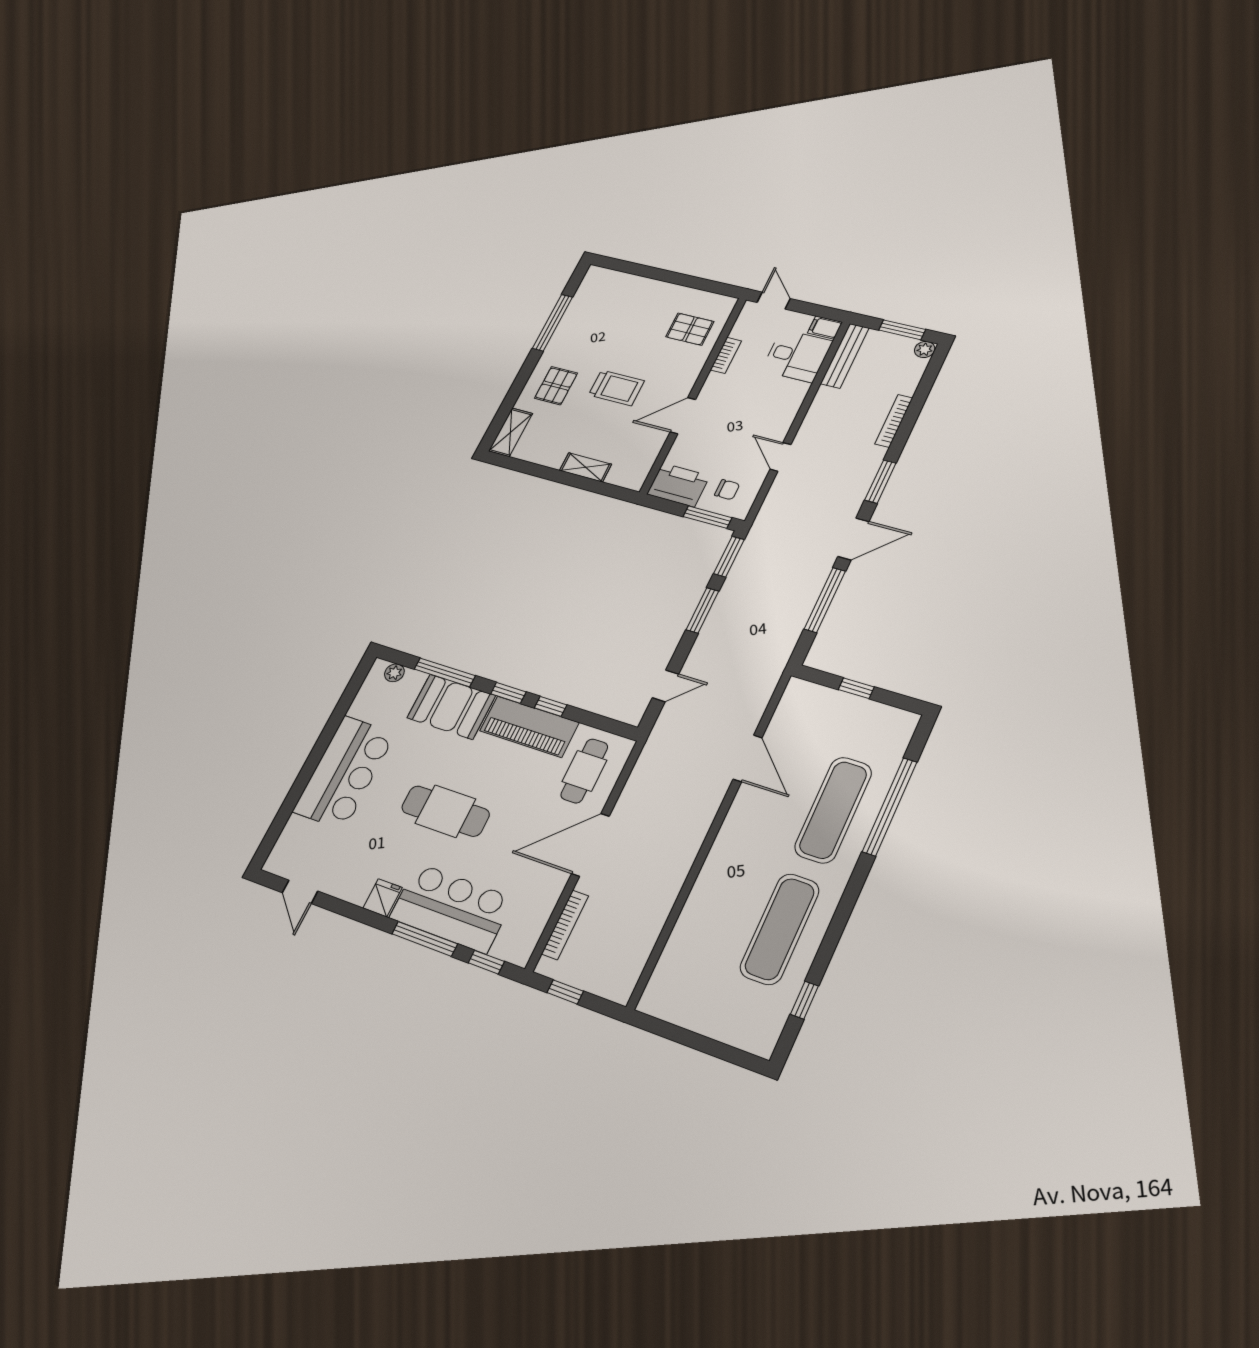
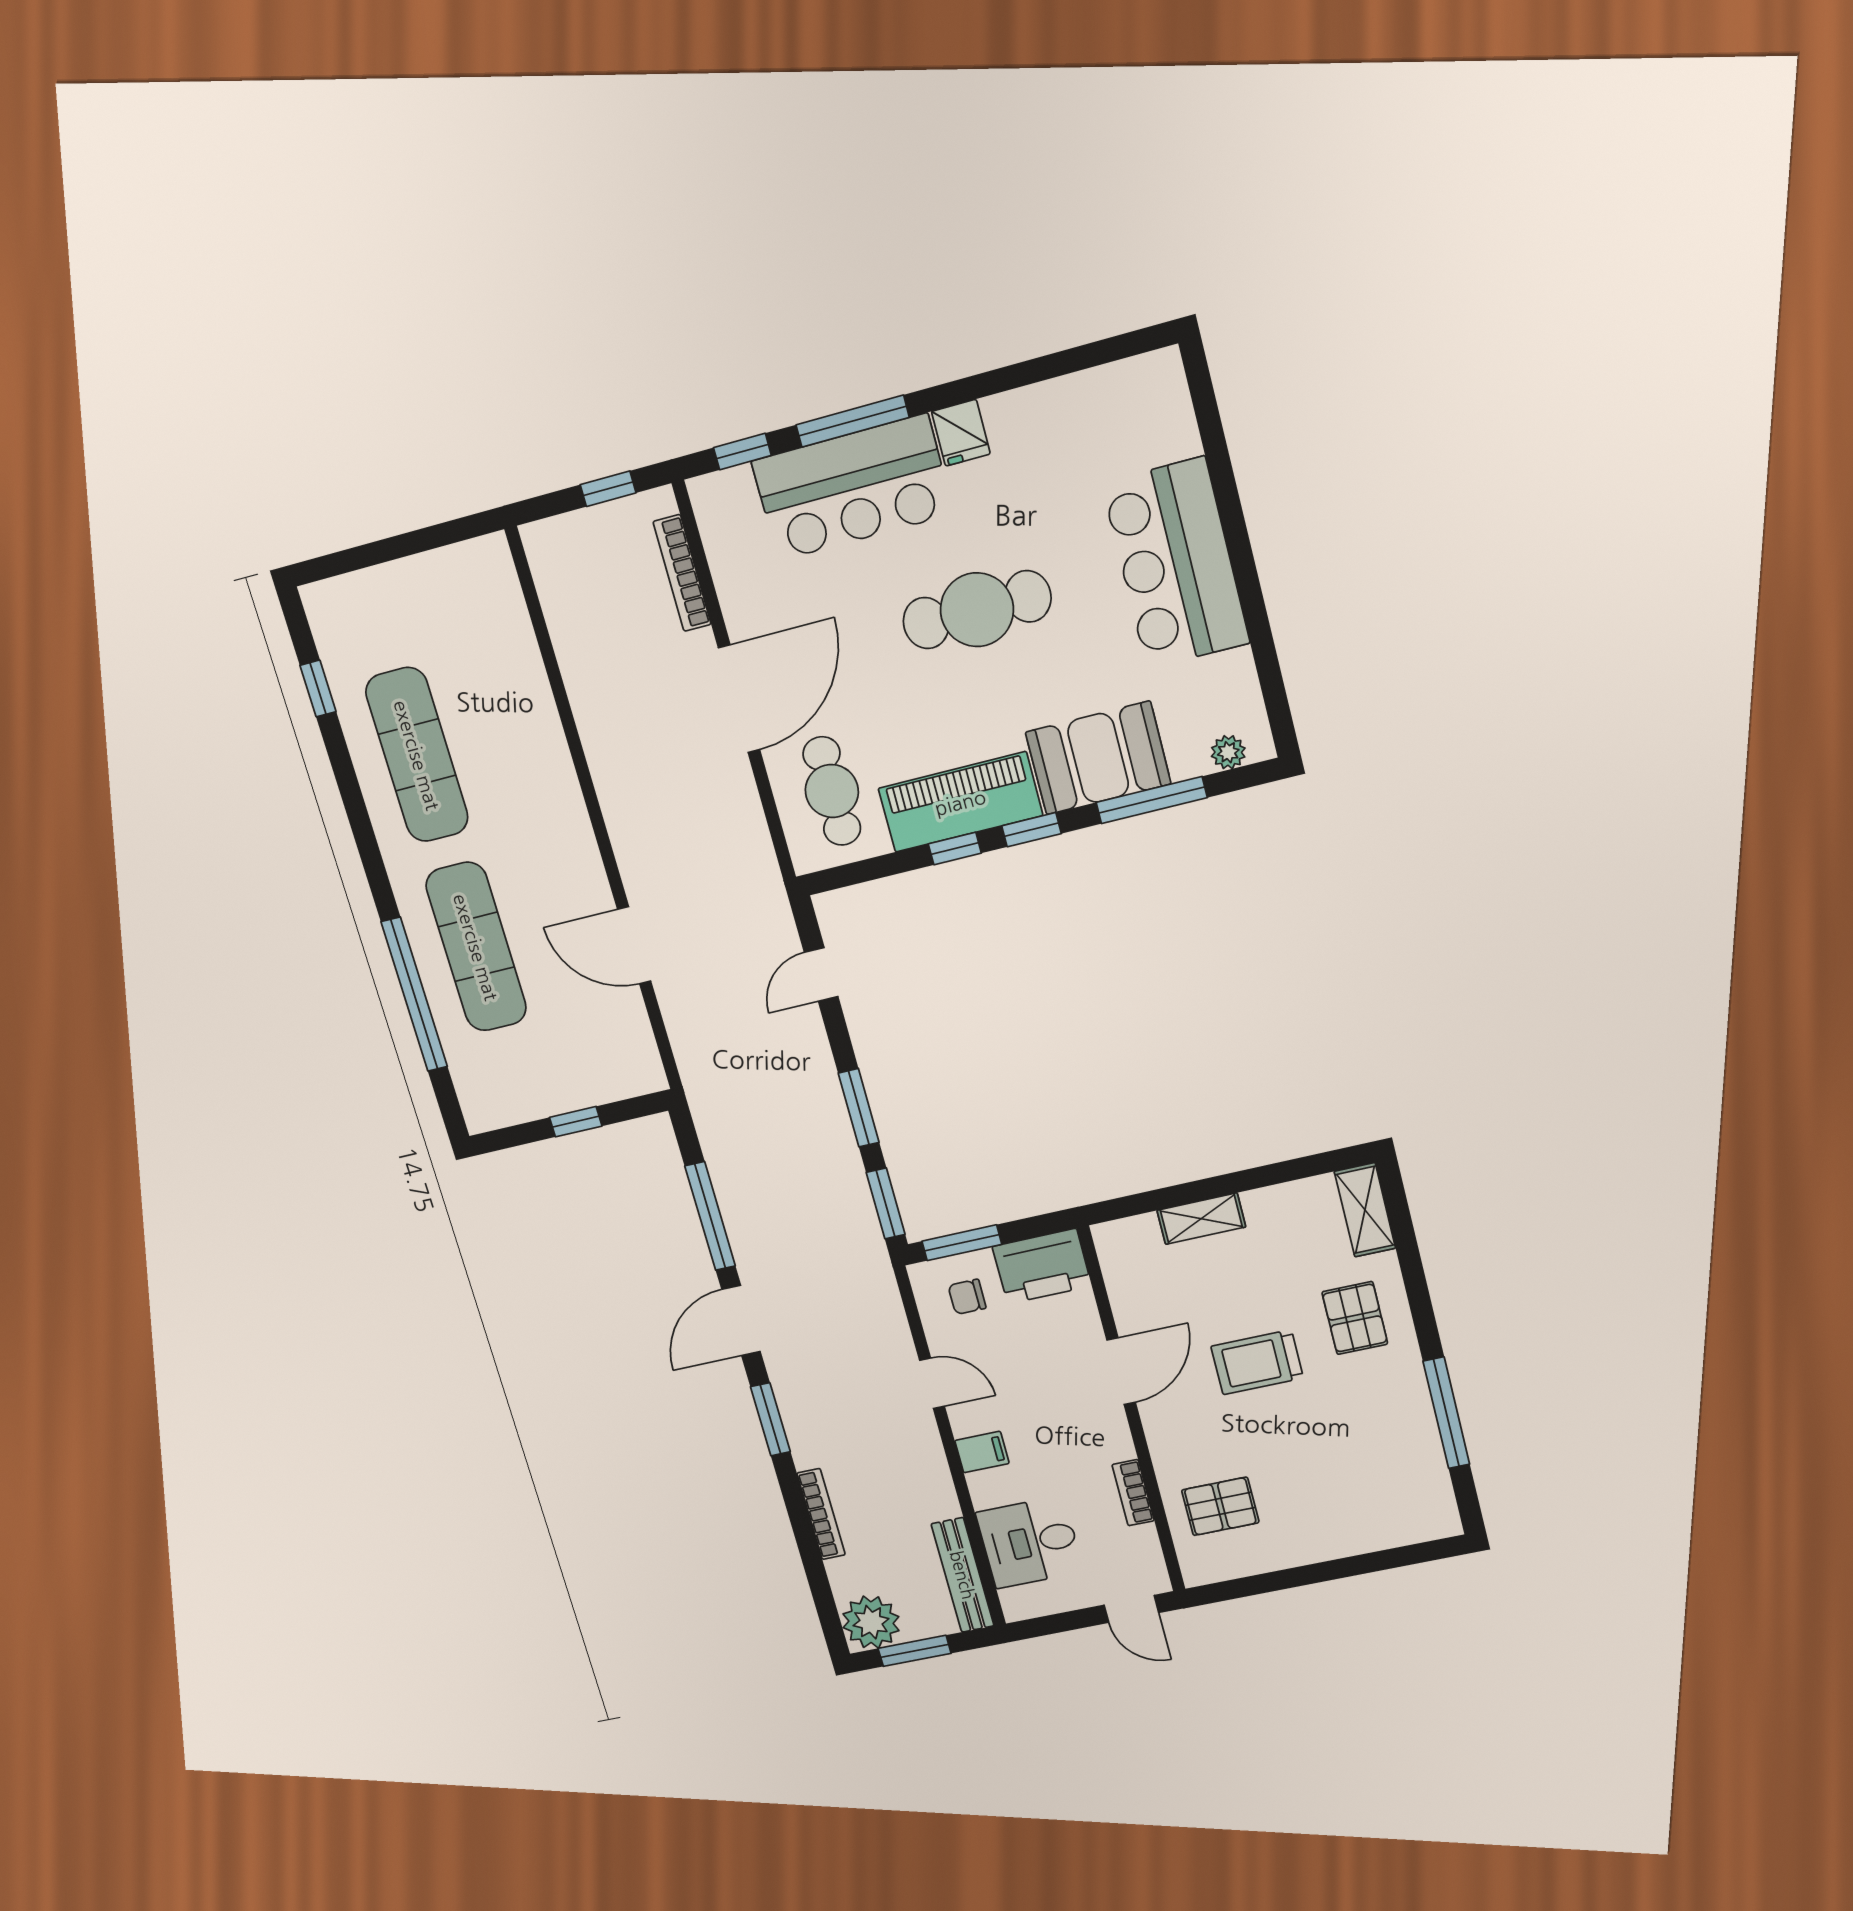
filing cabinet: (825, 327) -> (982, 1452), moved
plant: (925, 349) -> (871, 1622), width x1.88, depth x1.88
door: (300, 892) -> (1089, 356), removed

